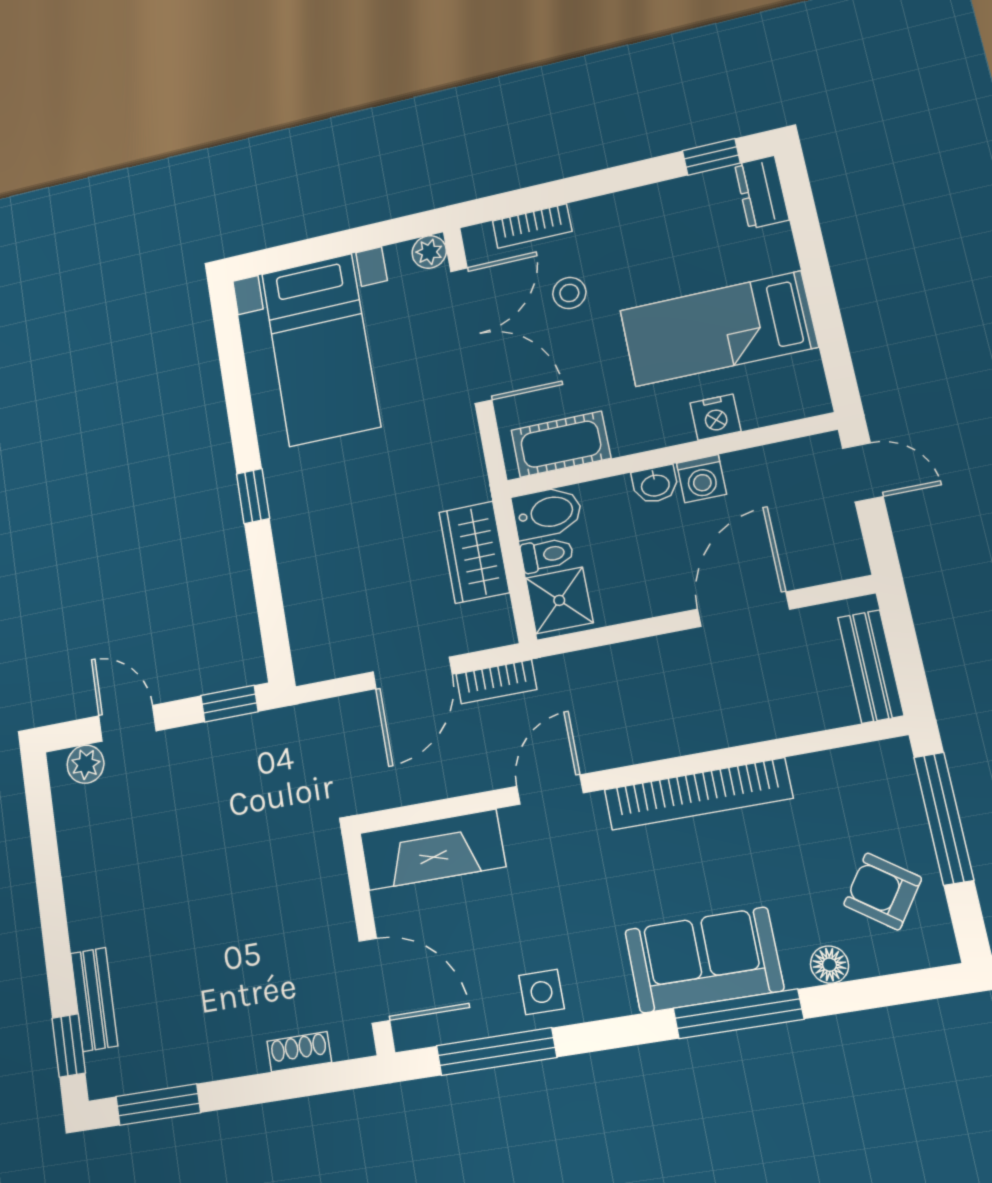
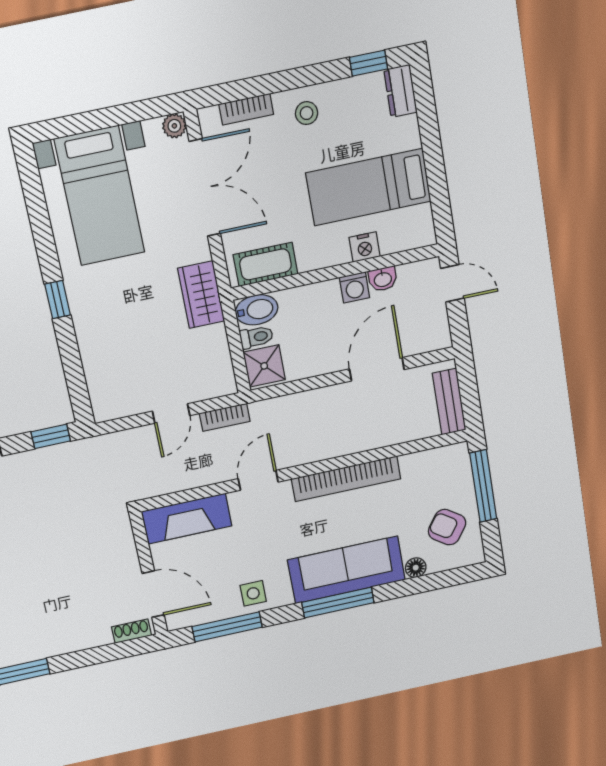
stool: (569, 293) -> (307, 113), moved
washbasin: (655, 485) -> (383, 279), moved
wardrobe: (474, 552) -> (201, 295), moved
door: (412, 673) -> (171, 413), width x0.73
sofa: (704, 960) -> (346, 570), width x1.36
window: (738, 1014) -> (338, 602), moved
shoe rack: (299, 1052) -> (131, 631), moved

